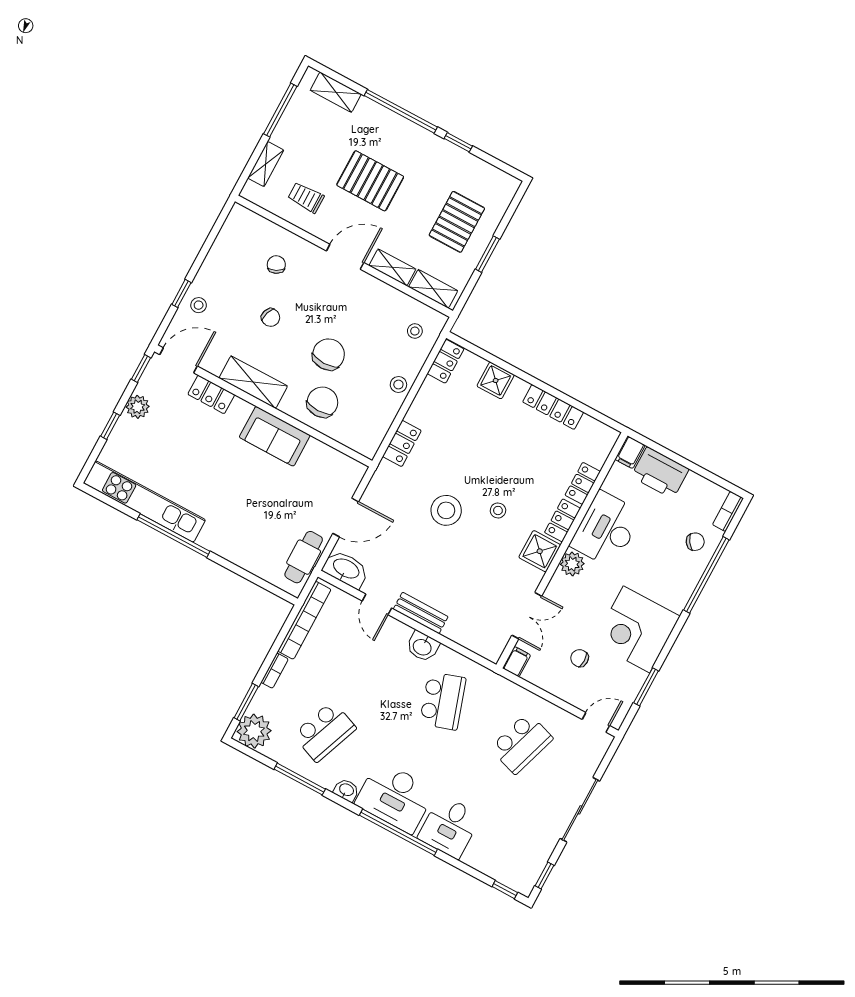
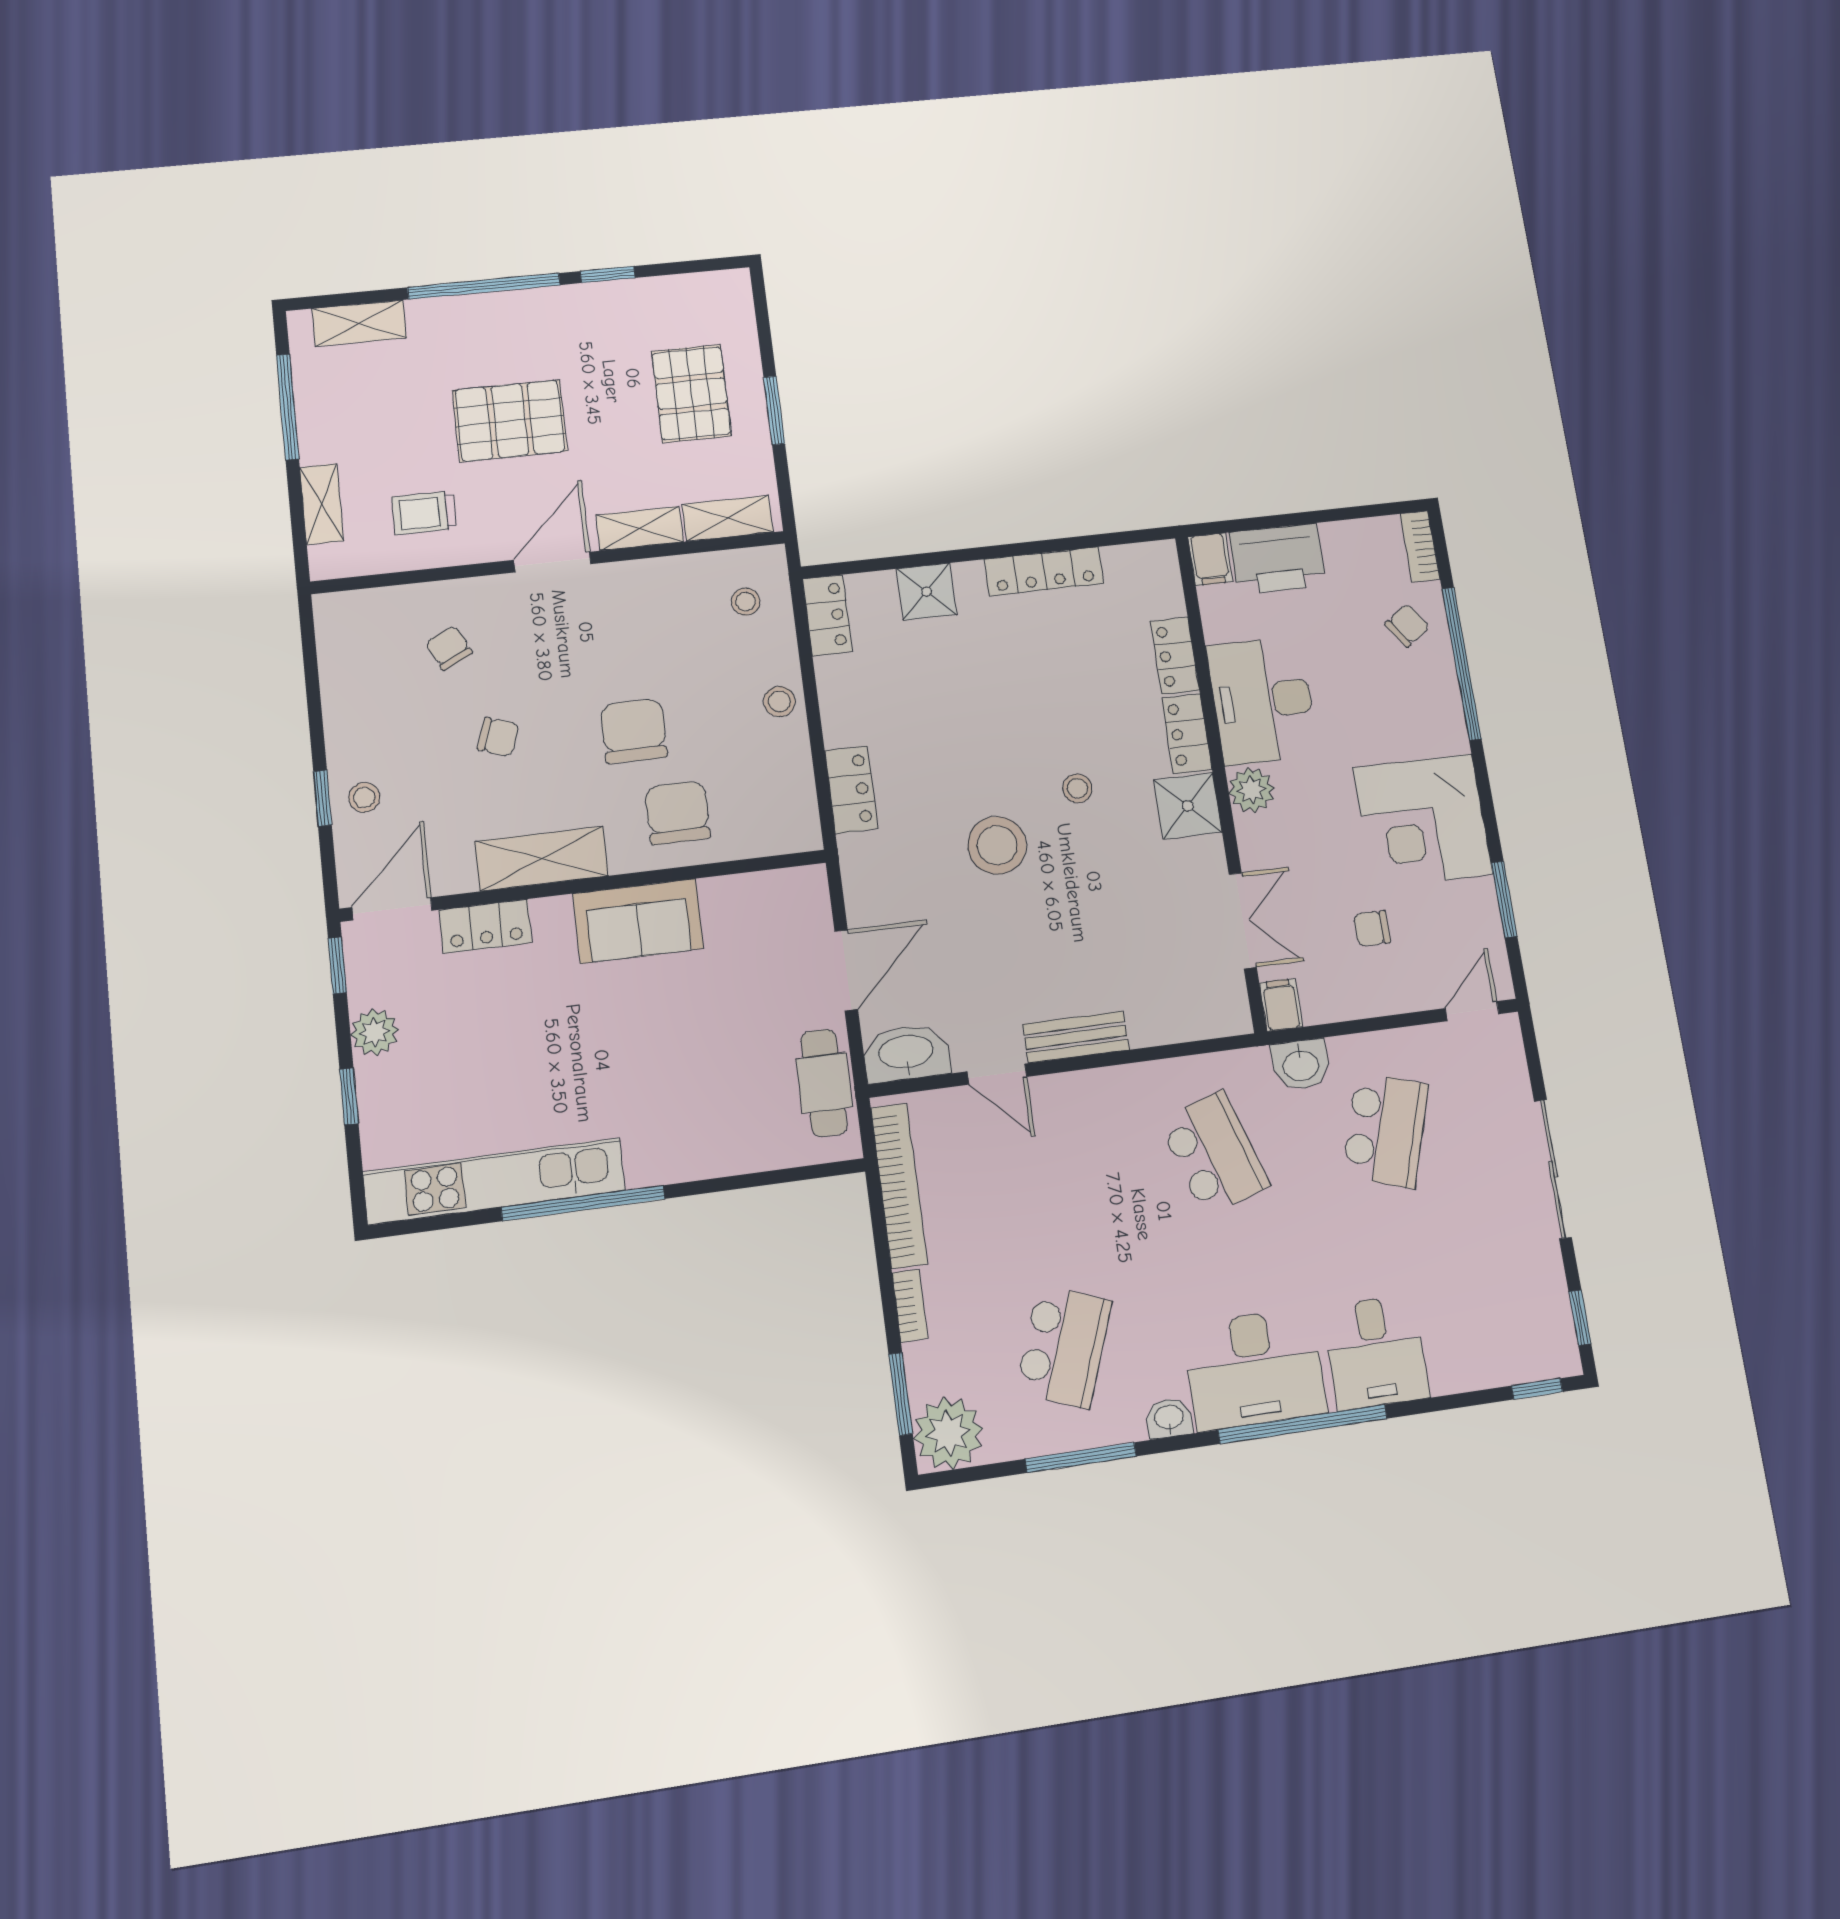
washbasin: (423, 647) -> (1301, 1065), moved

